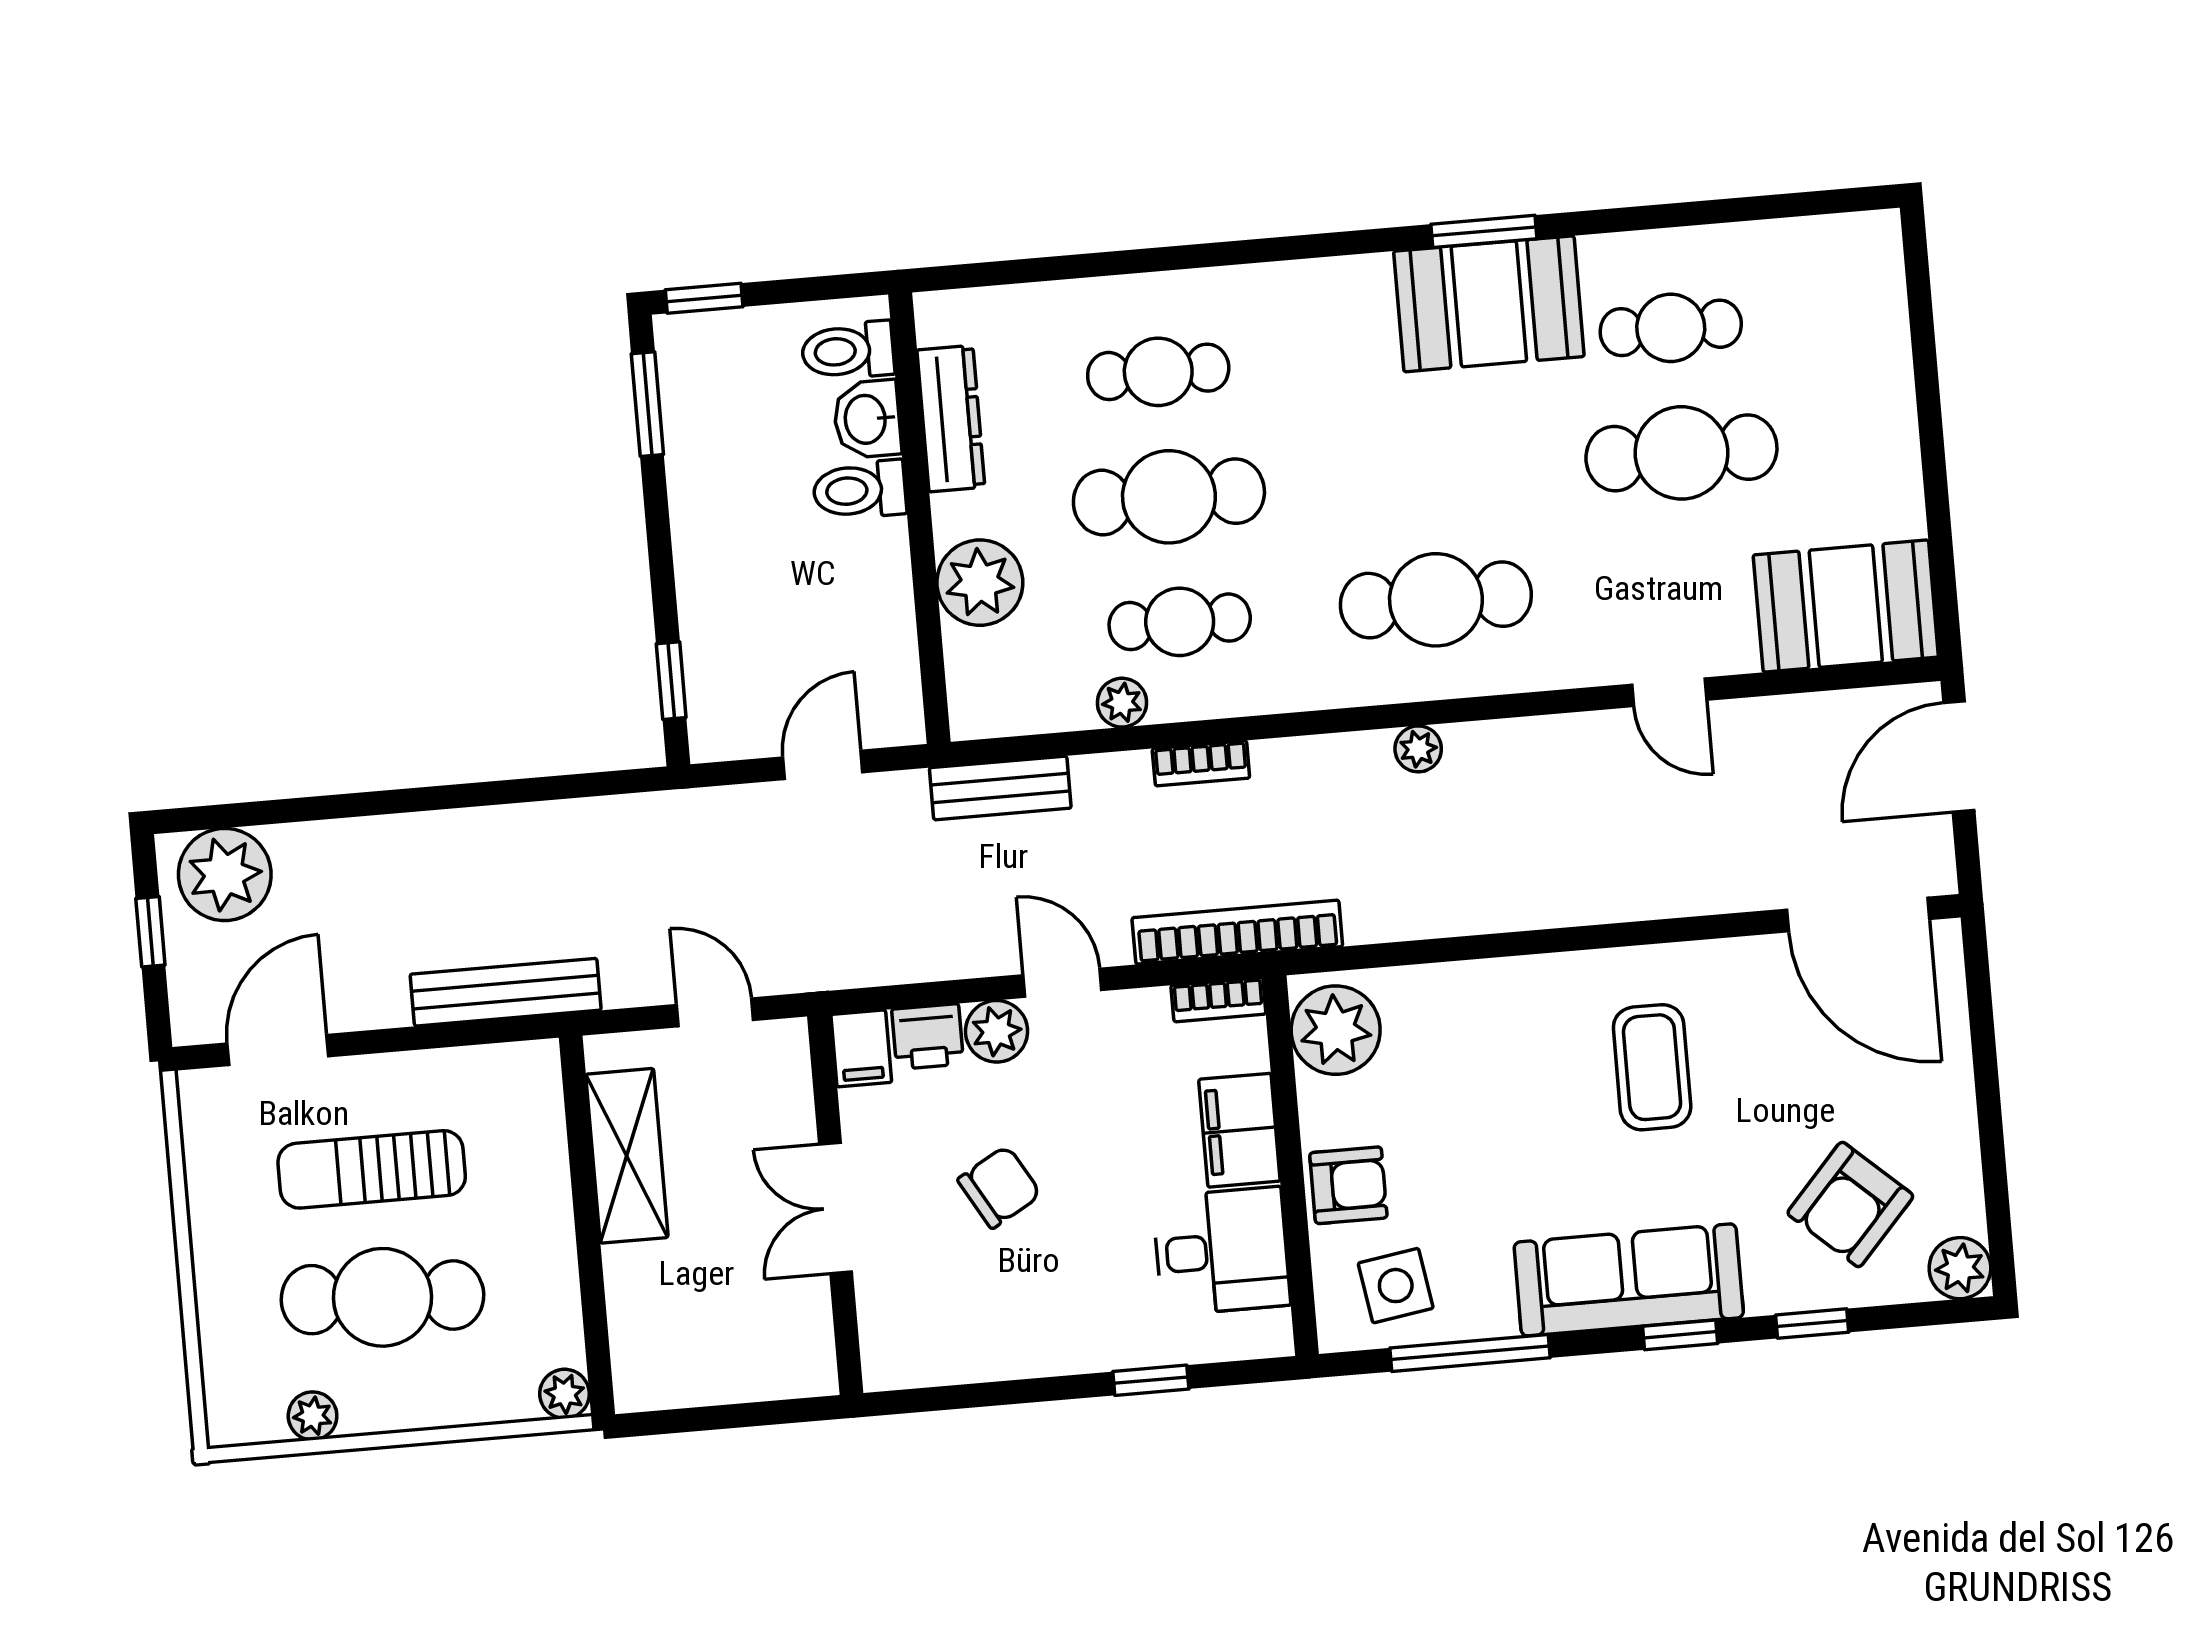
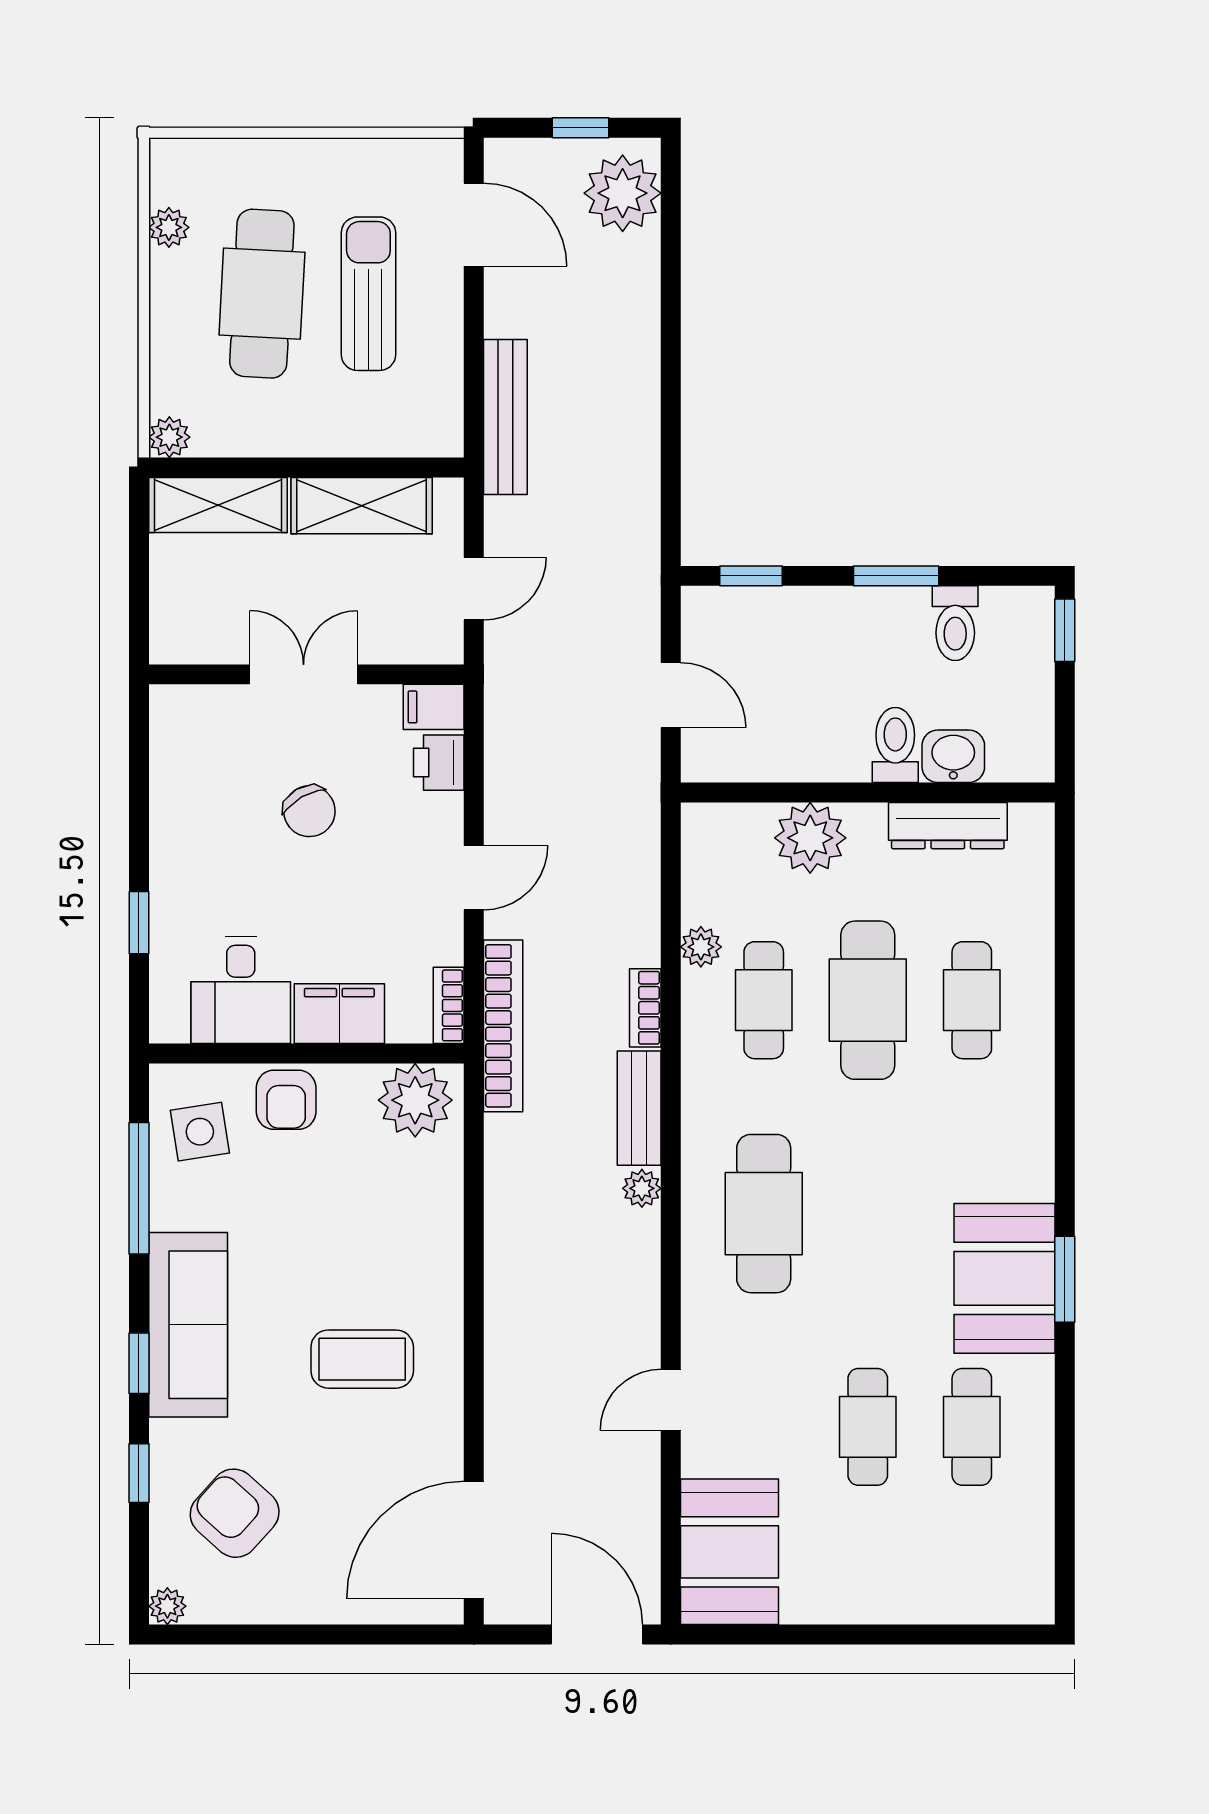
toilet: (848, 351) -> (955, 623), moved, turned 180
window: (647, 404) -> (896, 576), moved
cafe table: (1681, 453) -> (868, 1427), width x0.73, depth x0.74
bench: (1000, 788) -> (639, 1108), moved
plant: (997, 1031) -> (438, 820), removed
plant: (1960, 1268) -> (167, 1606), width x0.73, depth x0.73
shelving: (641, 1328) -> (218, 505), added

